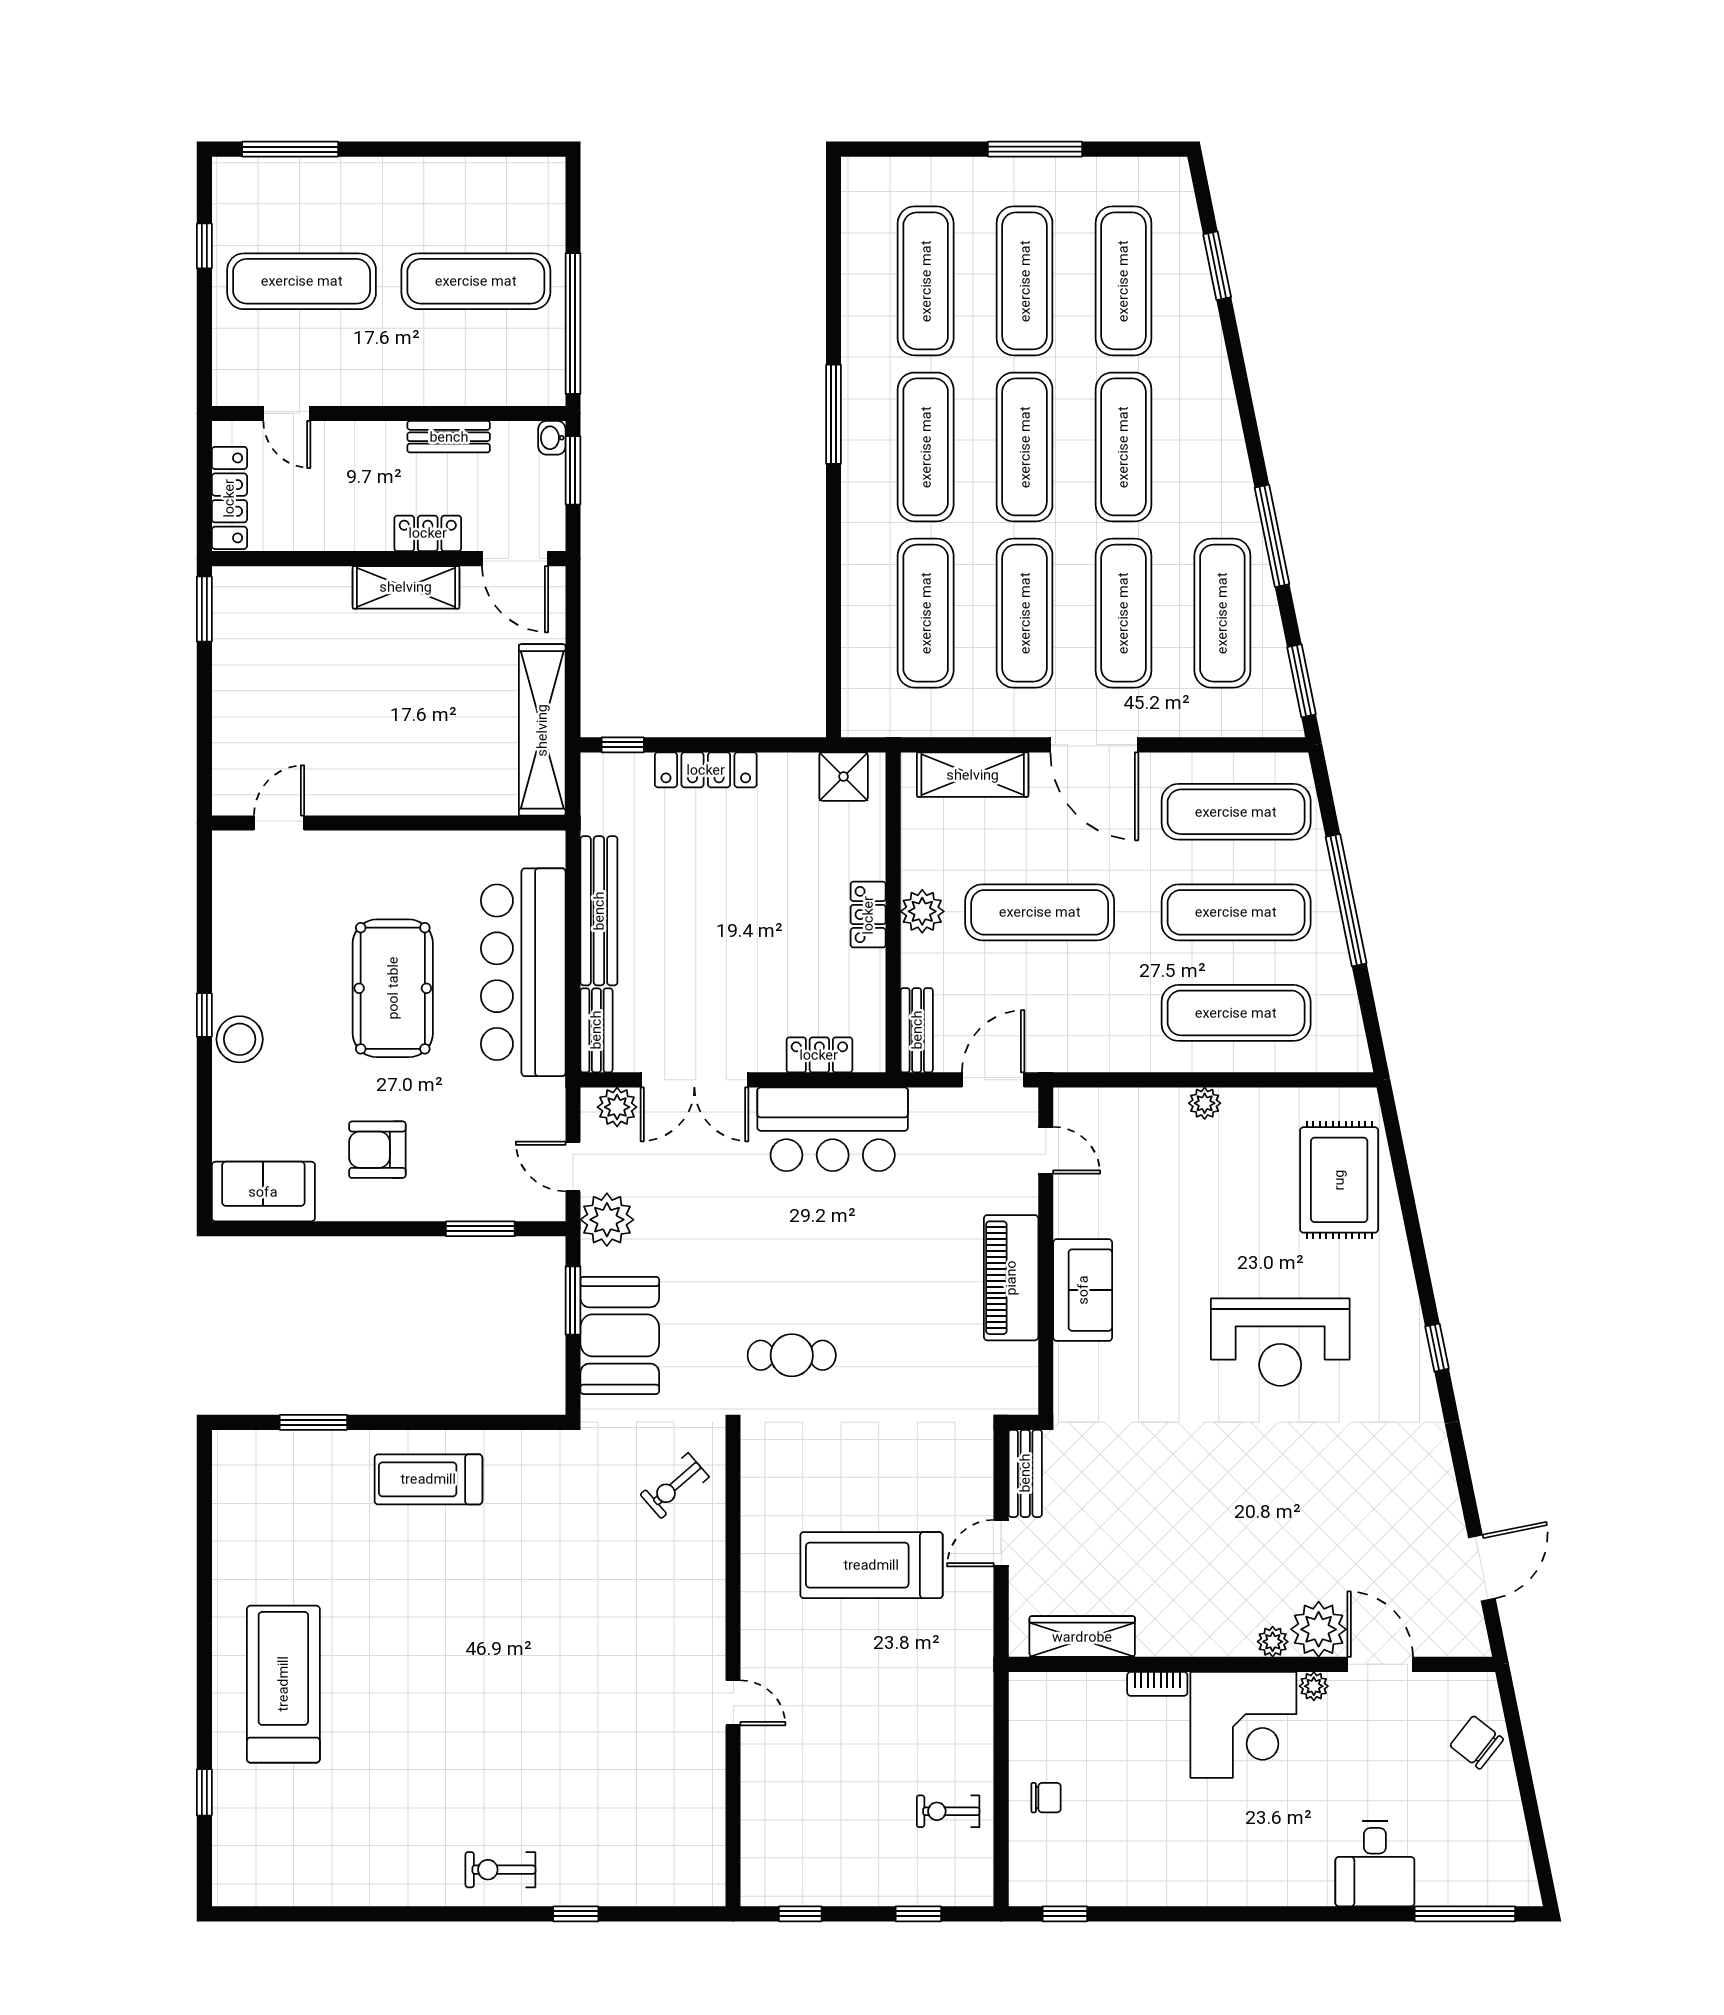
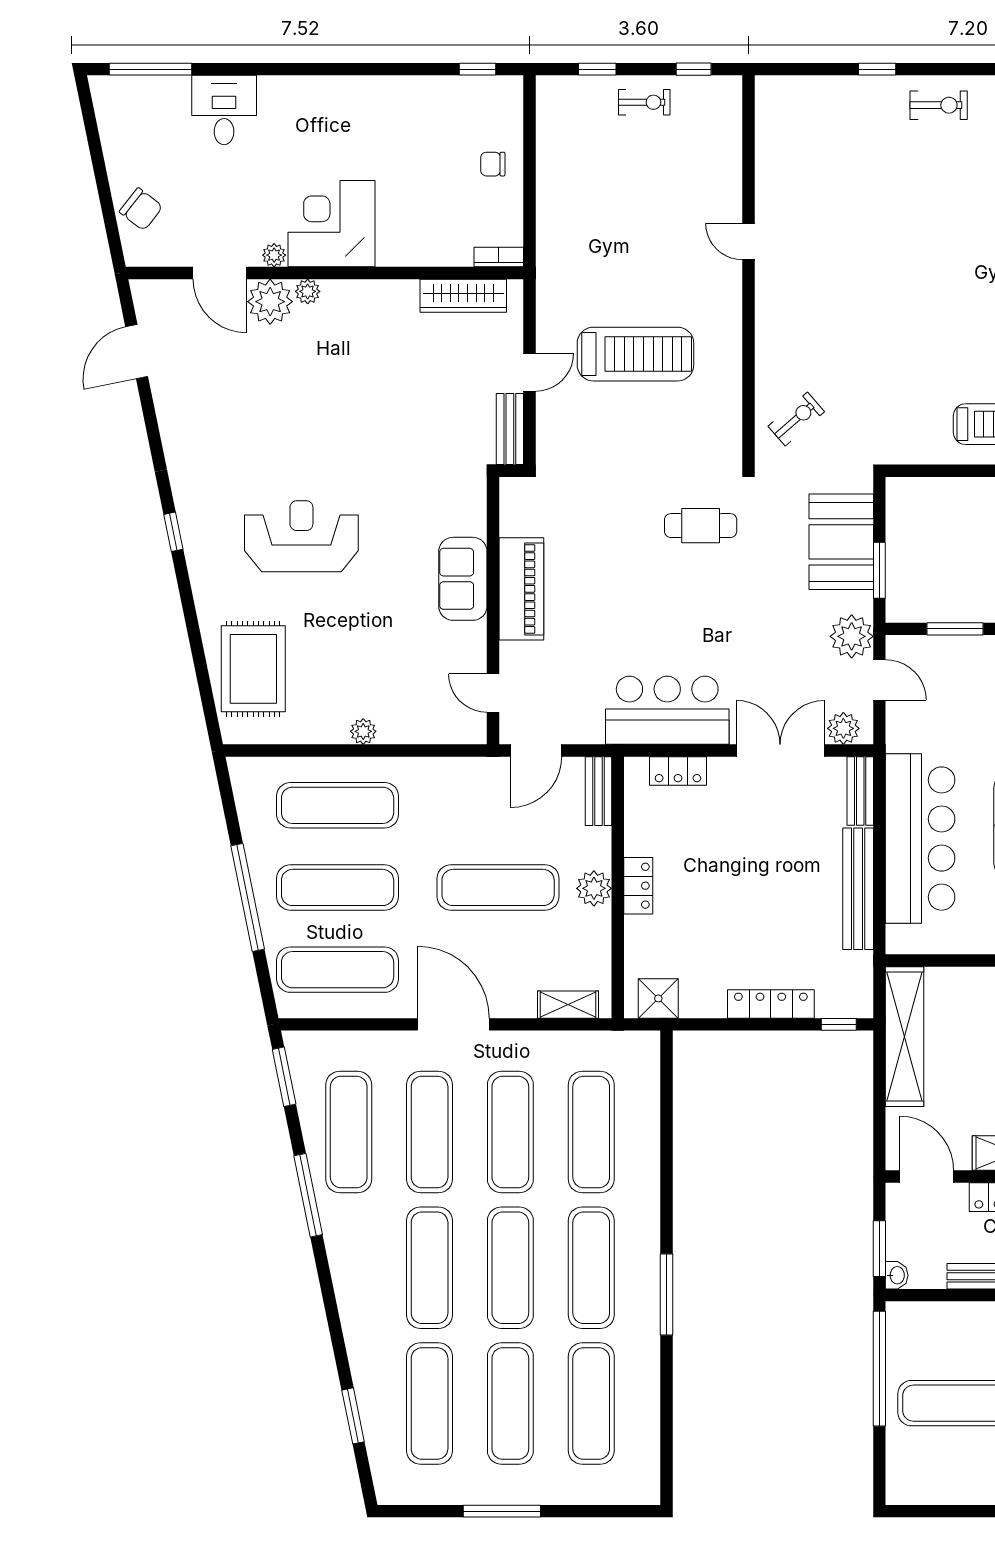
shelving: (973, 775) -> (568, 1005), width x0.67, depth x0.75
bookcase: (1157, 1684) -> (499, 257), moved
exercise bike: (948, 1811) -> (644, 102), moved

